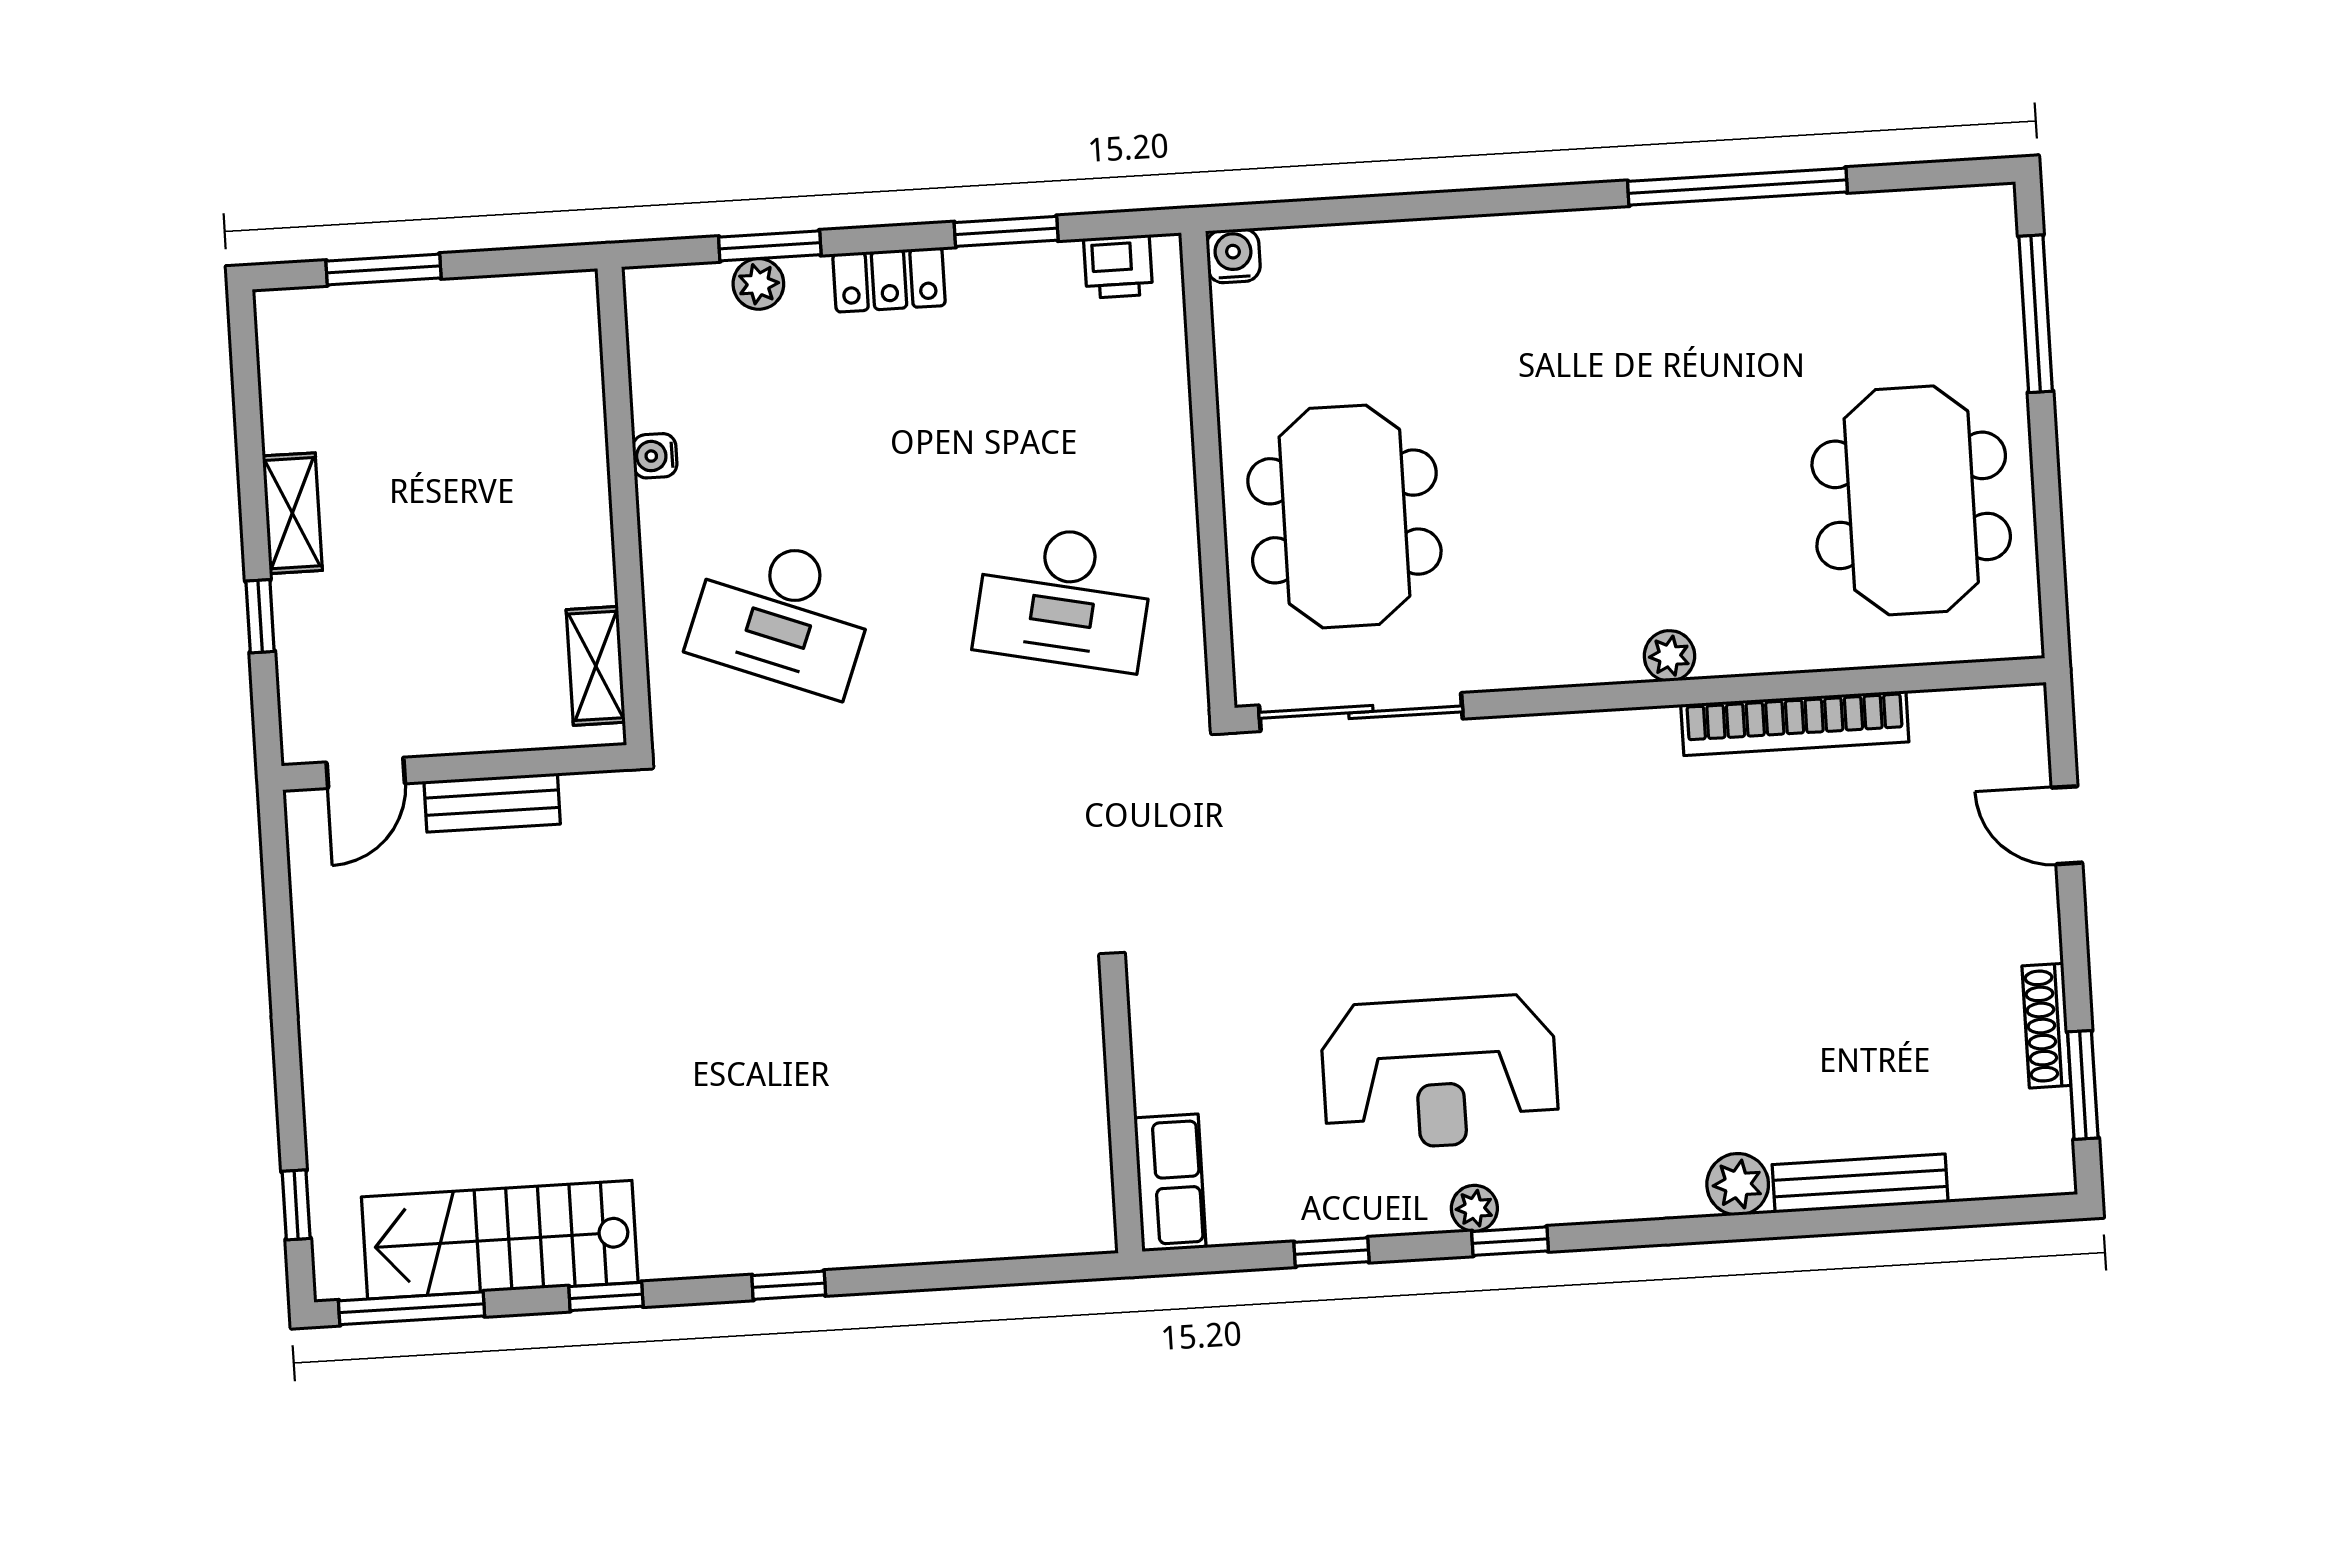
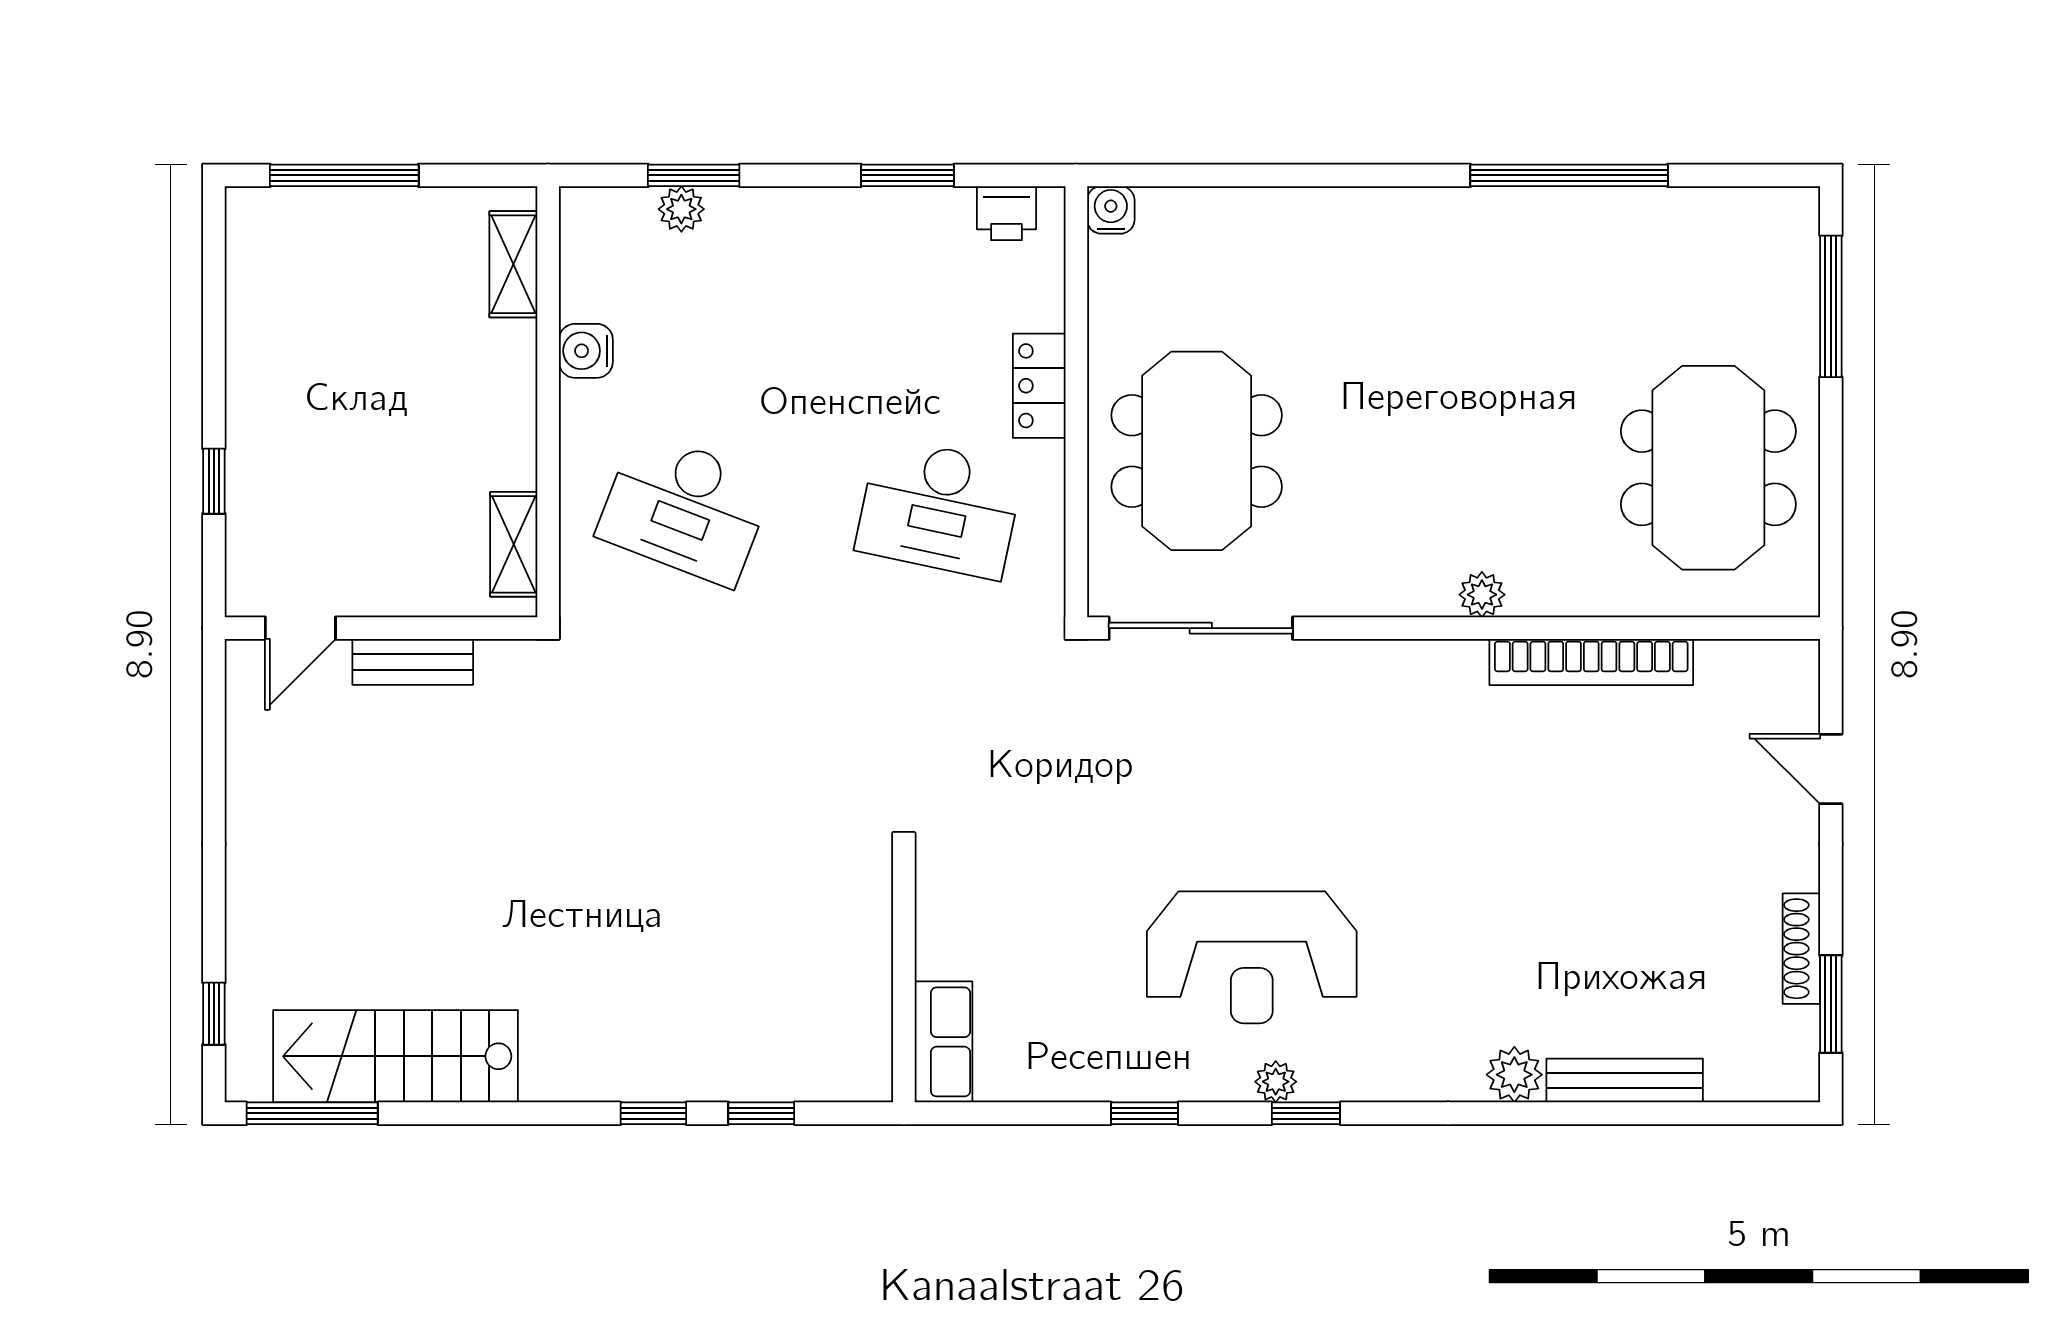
window: (384, 269) -> (344, 175), width x1.44
locker: (889, 280) -> (1039, 386), moved, turned 90
water cooler: (655, 456) -> (586, 351), width x1.38, depth x1.38
shelving: (292, 513) -> (513, 264), moved
wall: (1122, 1115) -> (904, 978), moved
row of seats: (1170, 1183) -> (944, 1042), moved
window: (606, 1296) -> (761, 1113), moved

